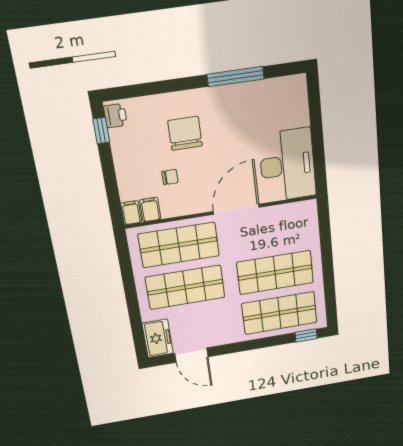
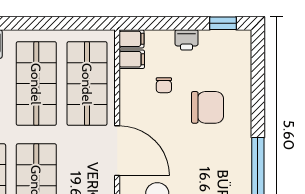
printer: (115, 116) -> (187, 40), moved

